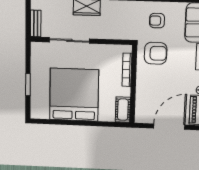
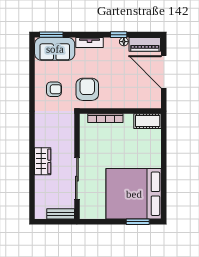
armchair: (157, 21) -> (54, 89), turned -90
window: (28, 85) -> (138, 222), moved
bed: (74, 95) -> (134, 194), moved

